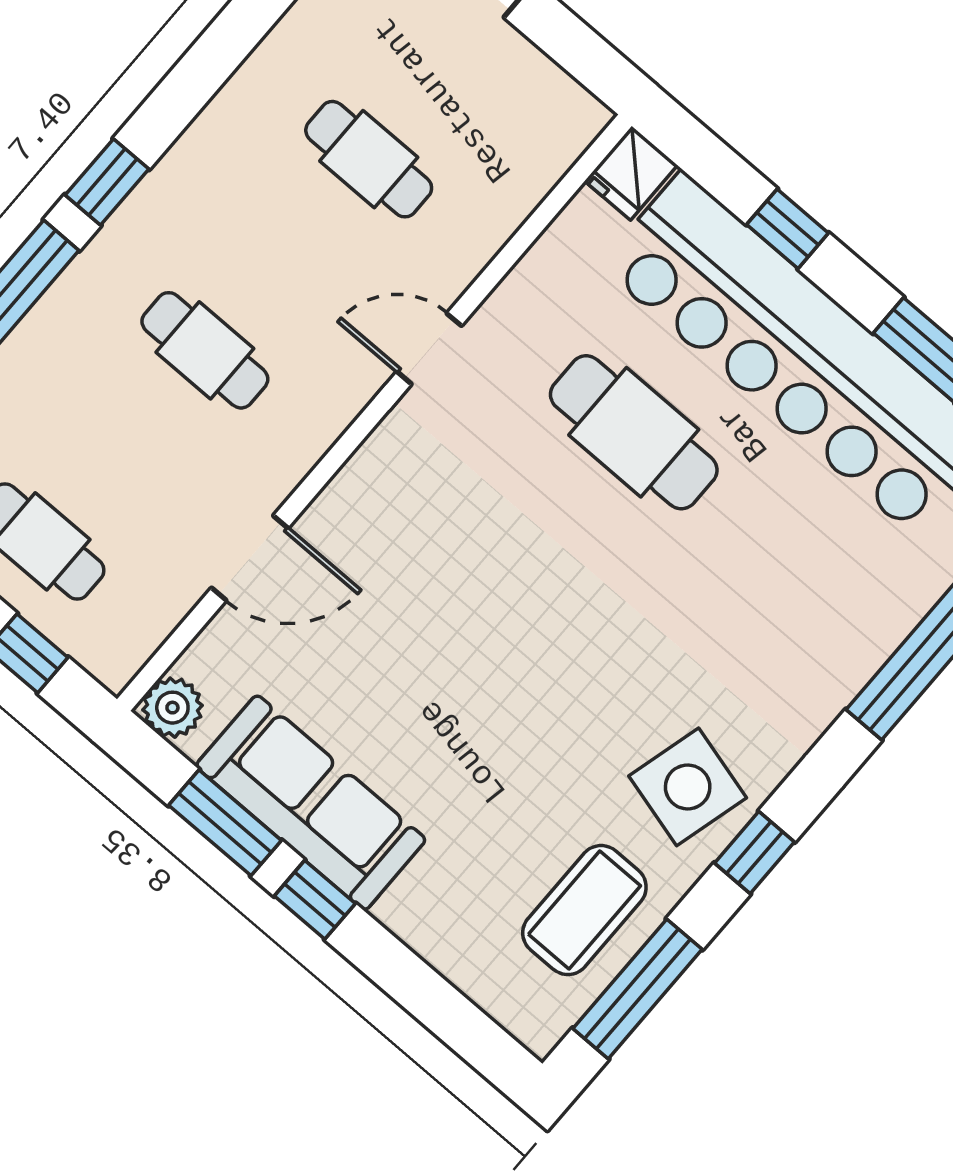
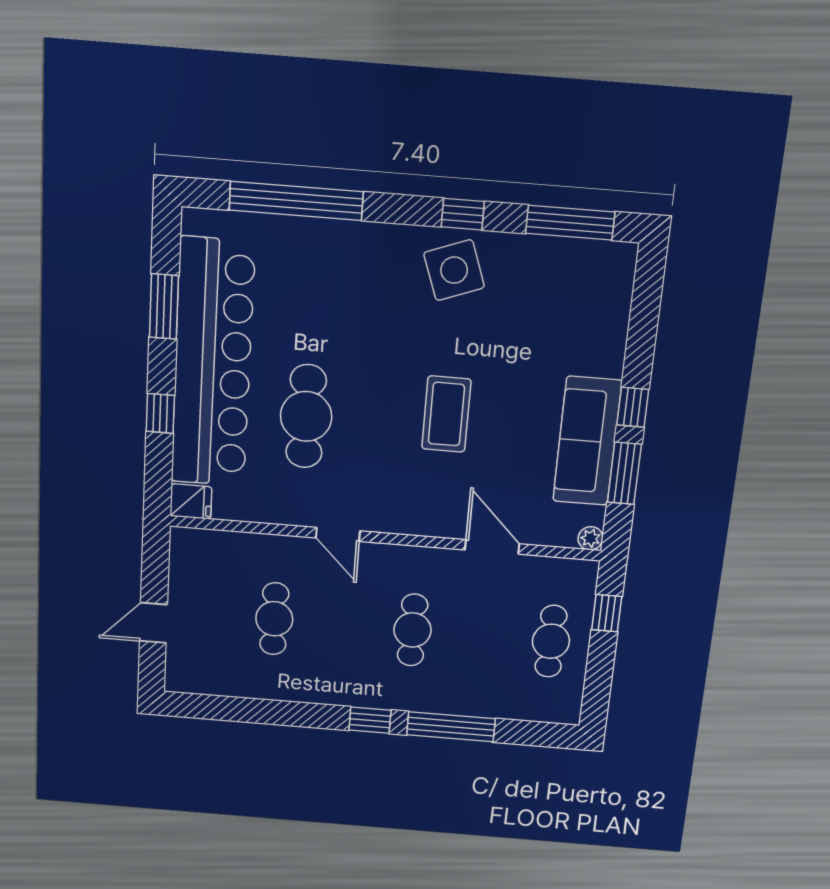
plant: (172, 708) -> (591, 538), width x0.73, depth x0.73
side table: (688, 787) -> (454, 270), turned -35
coffee table: (584, 910) -> (446, 414), moved, turned 90

